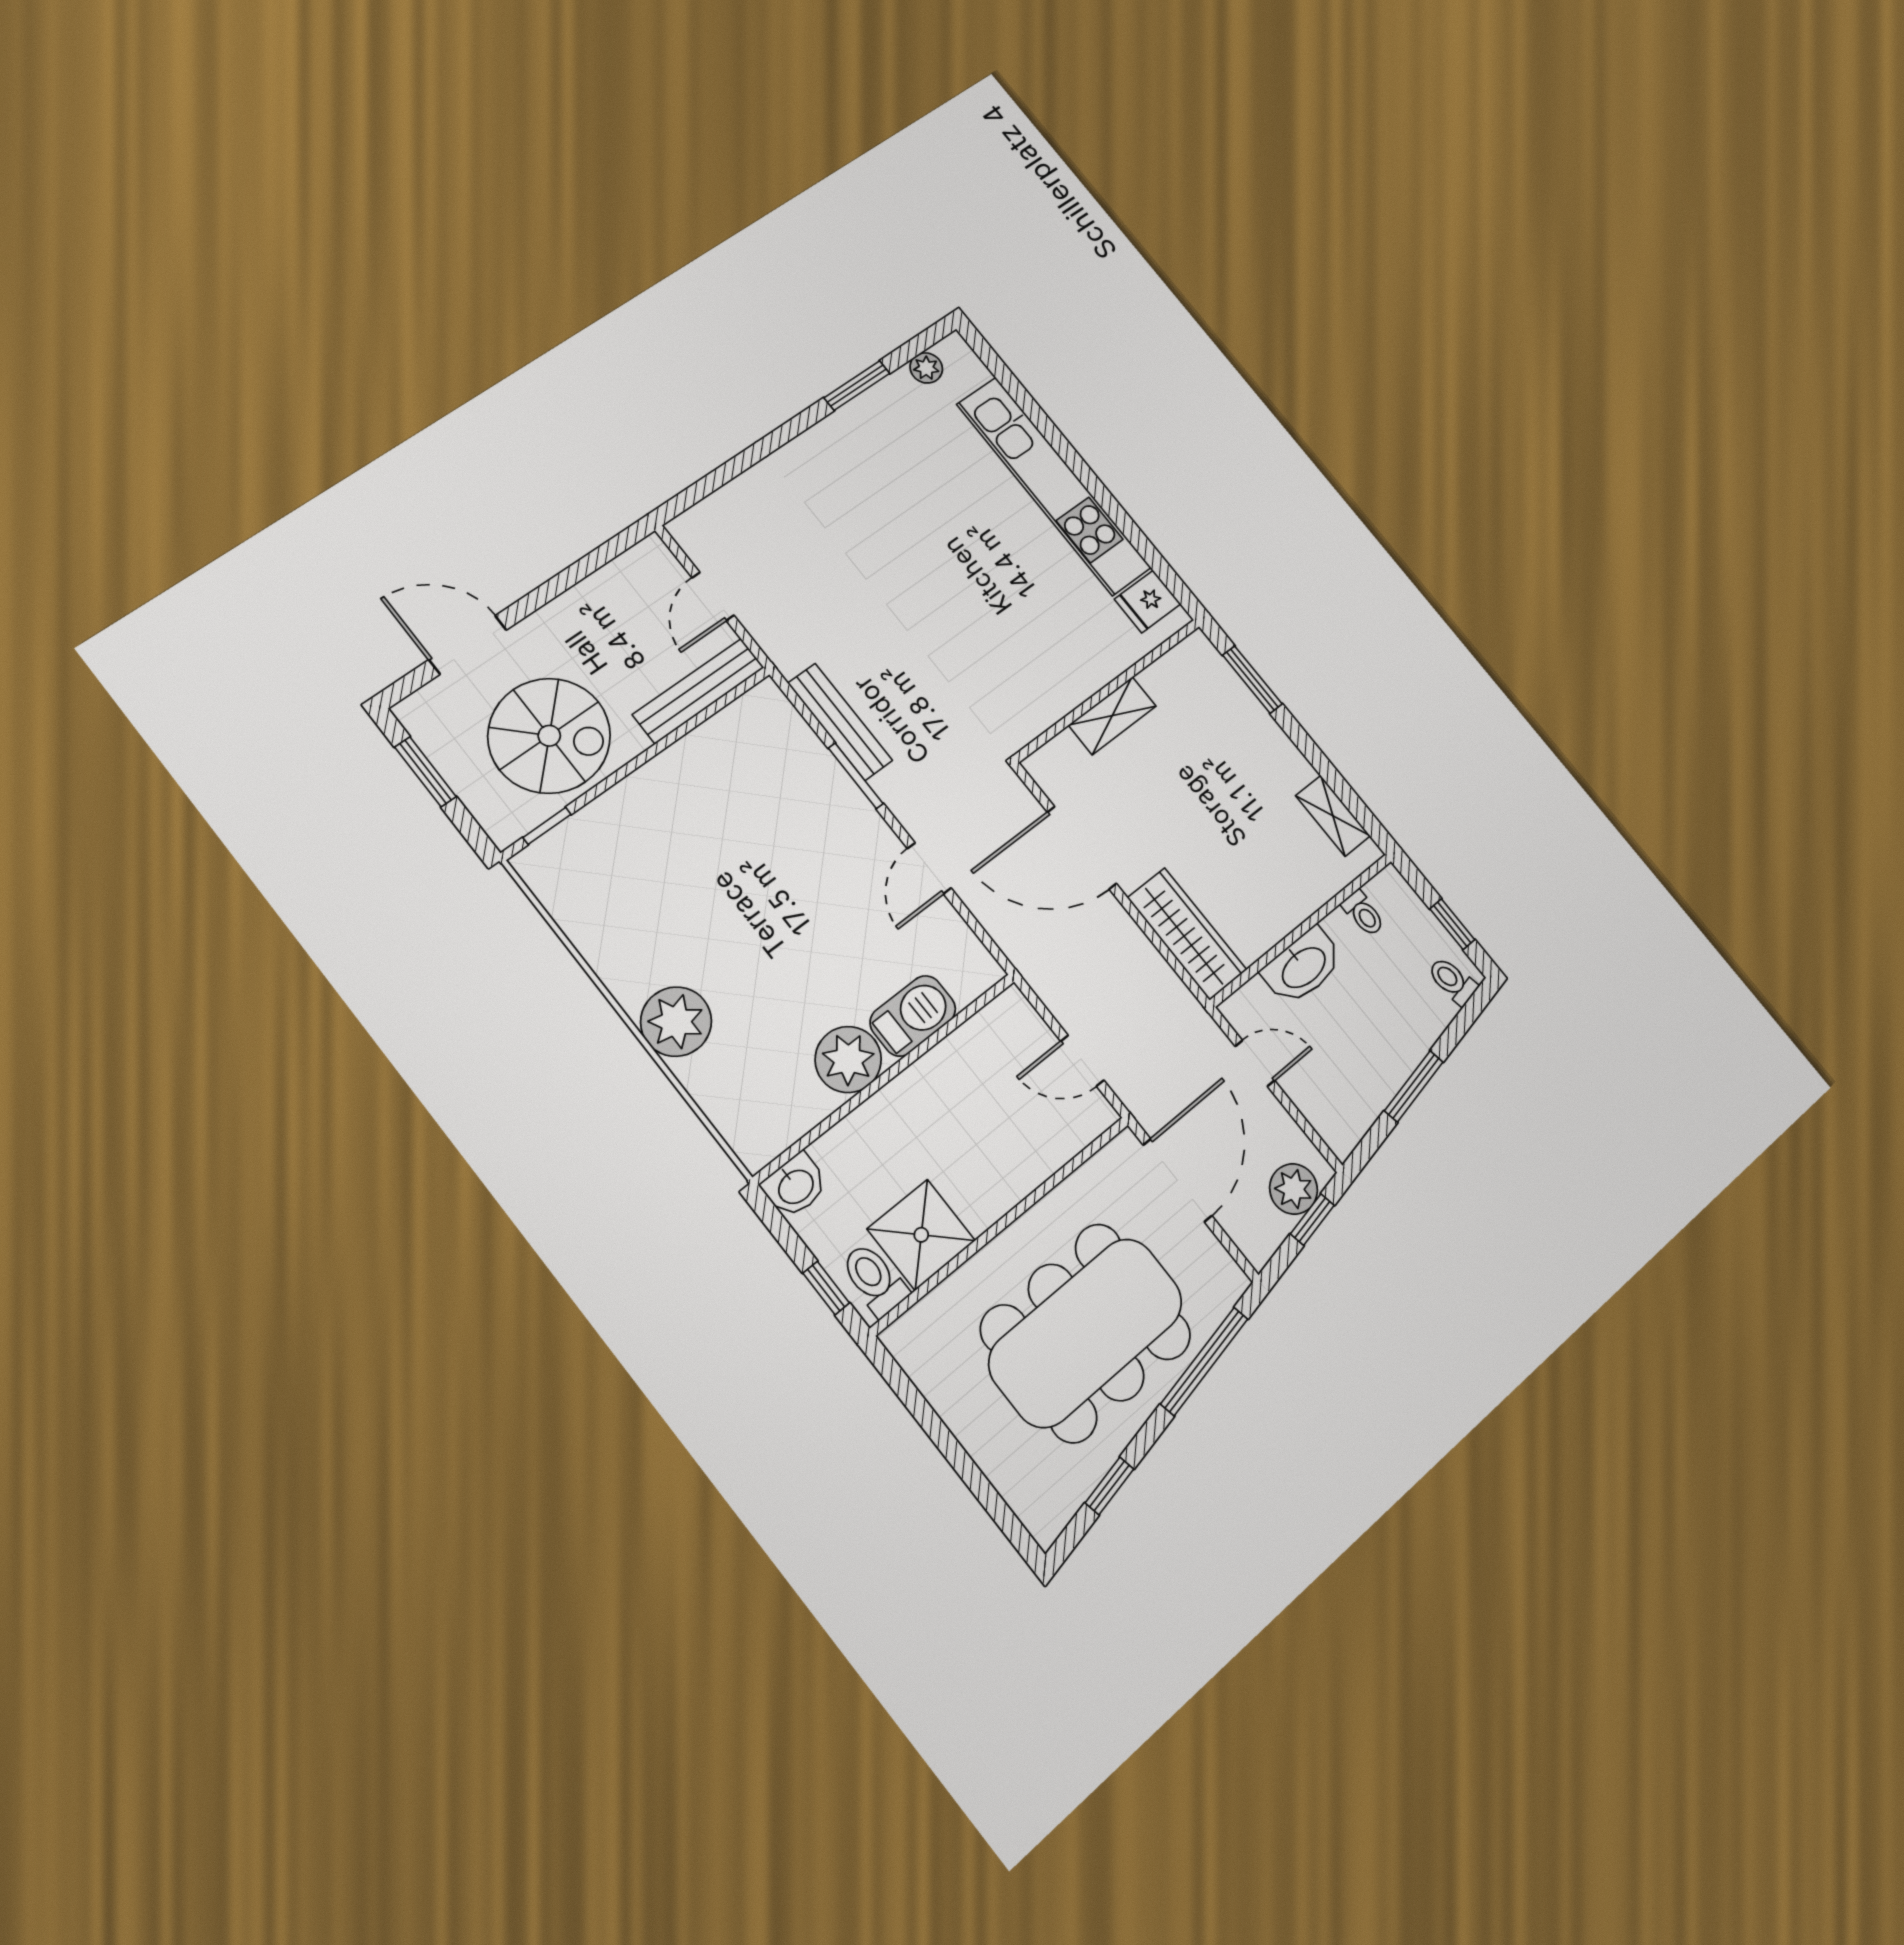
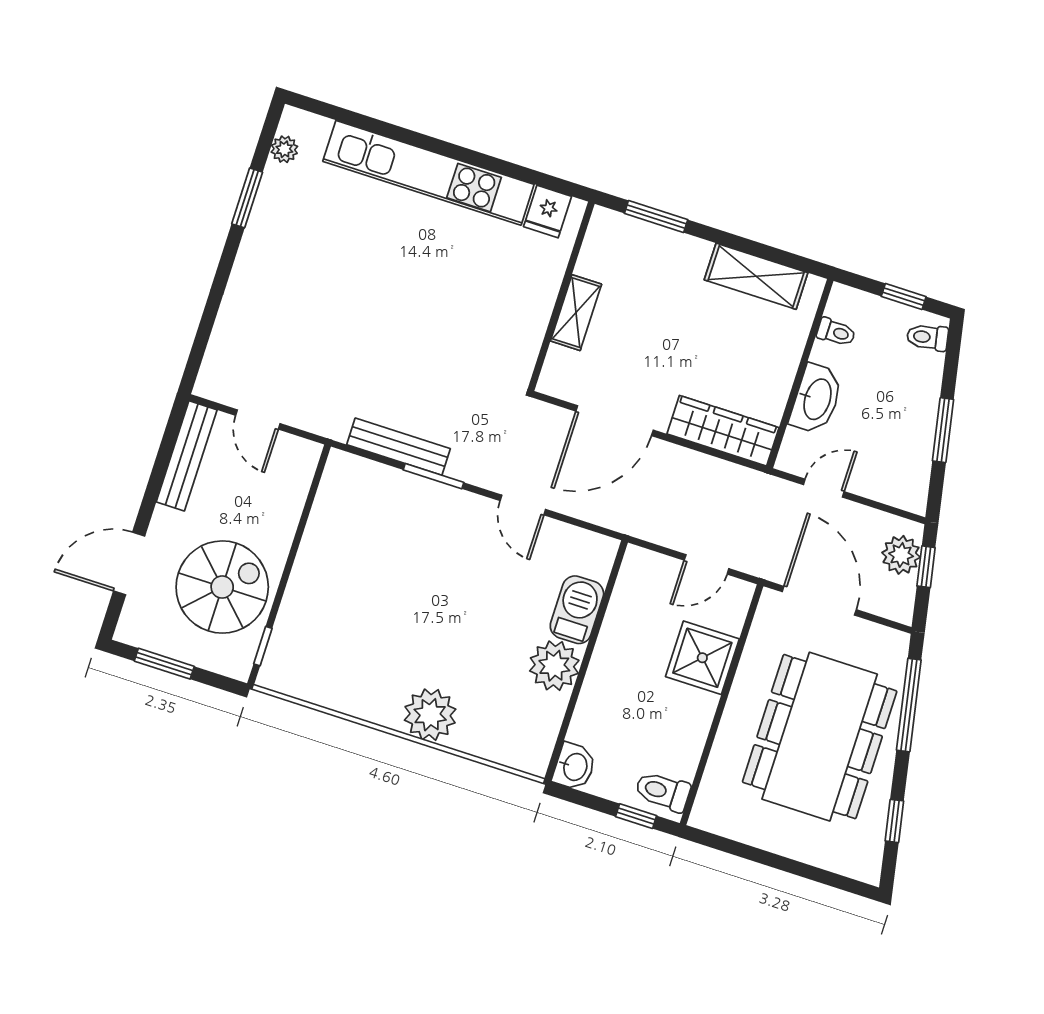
bench: (699, 691) -> (187, 456), moved
shelving: (1333, 816) -> (756, 276), width x1.50, depth x1.33
shower: (921, 1235) -> (702, 658), moved

